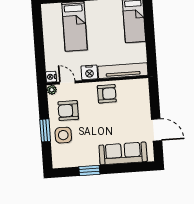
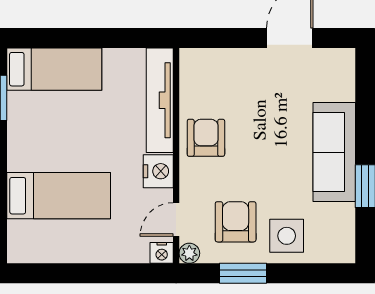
armchair: (68, 111) -> (236, 222), turned 180
window: (45, 130) -> (243, 273), moved
sofa: (123, 153) -> (334, 152), moved

